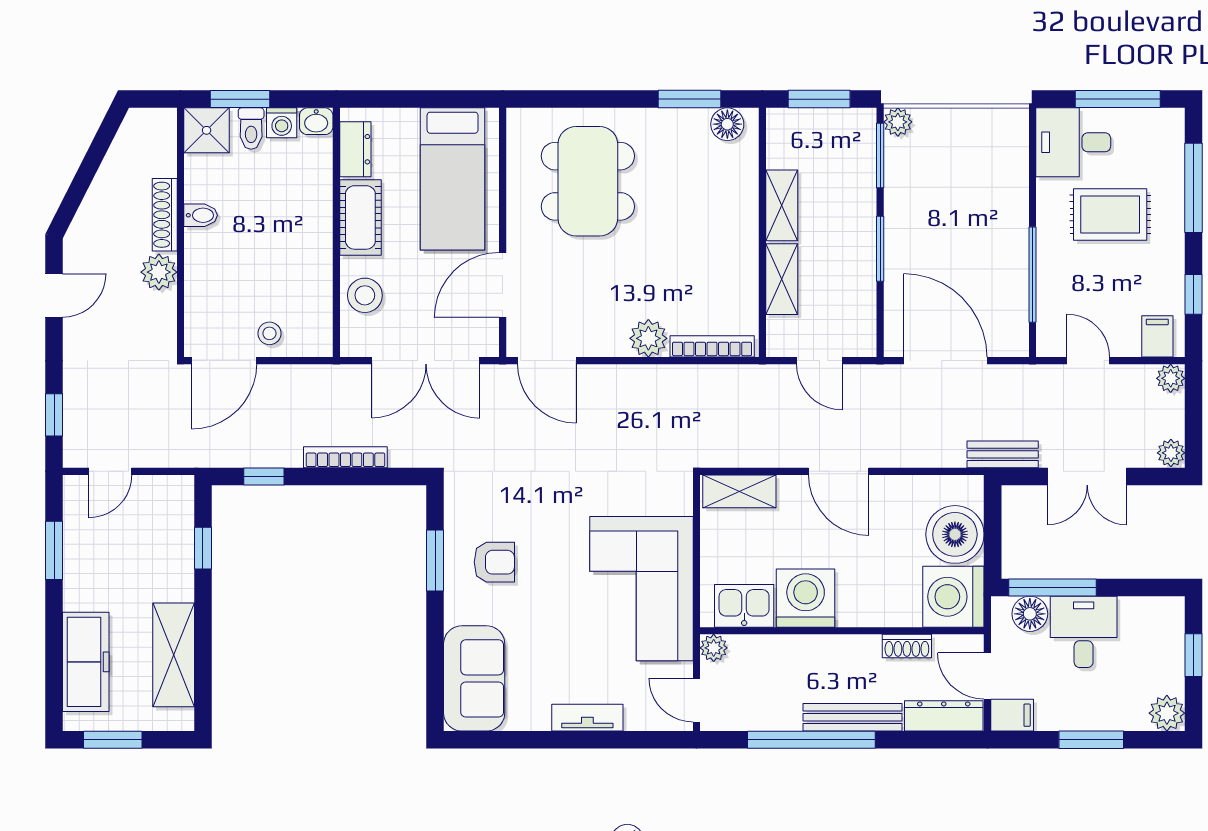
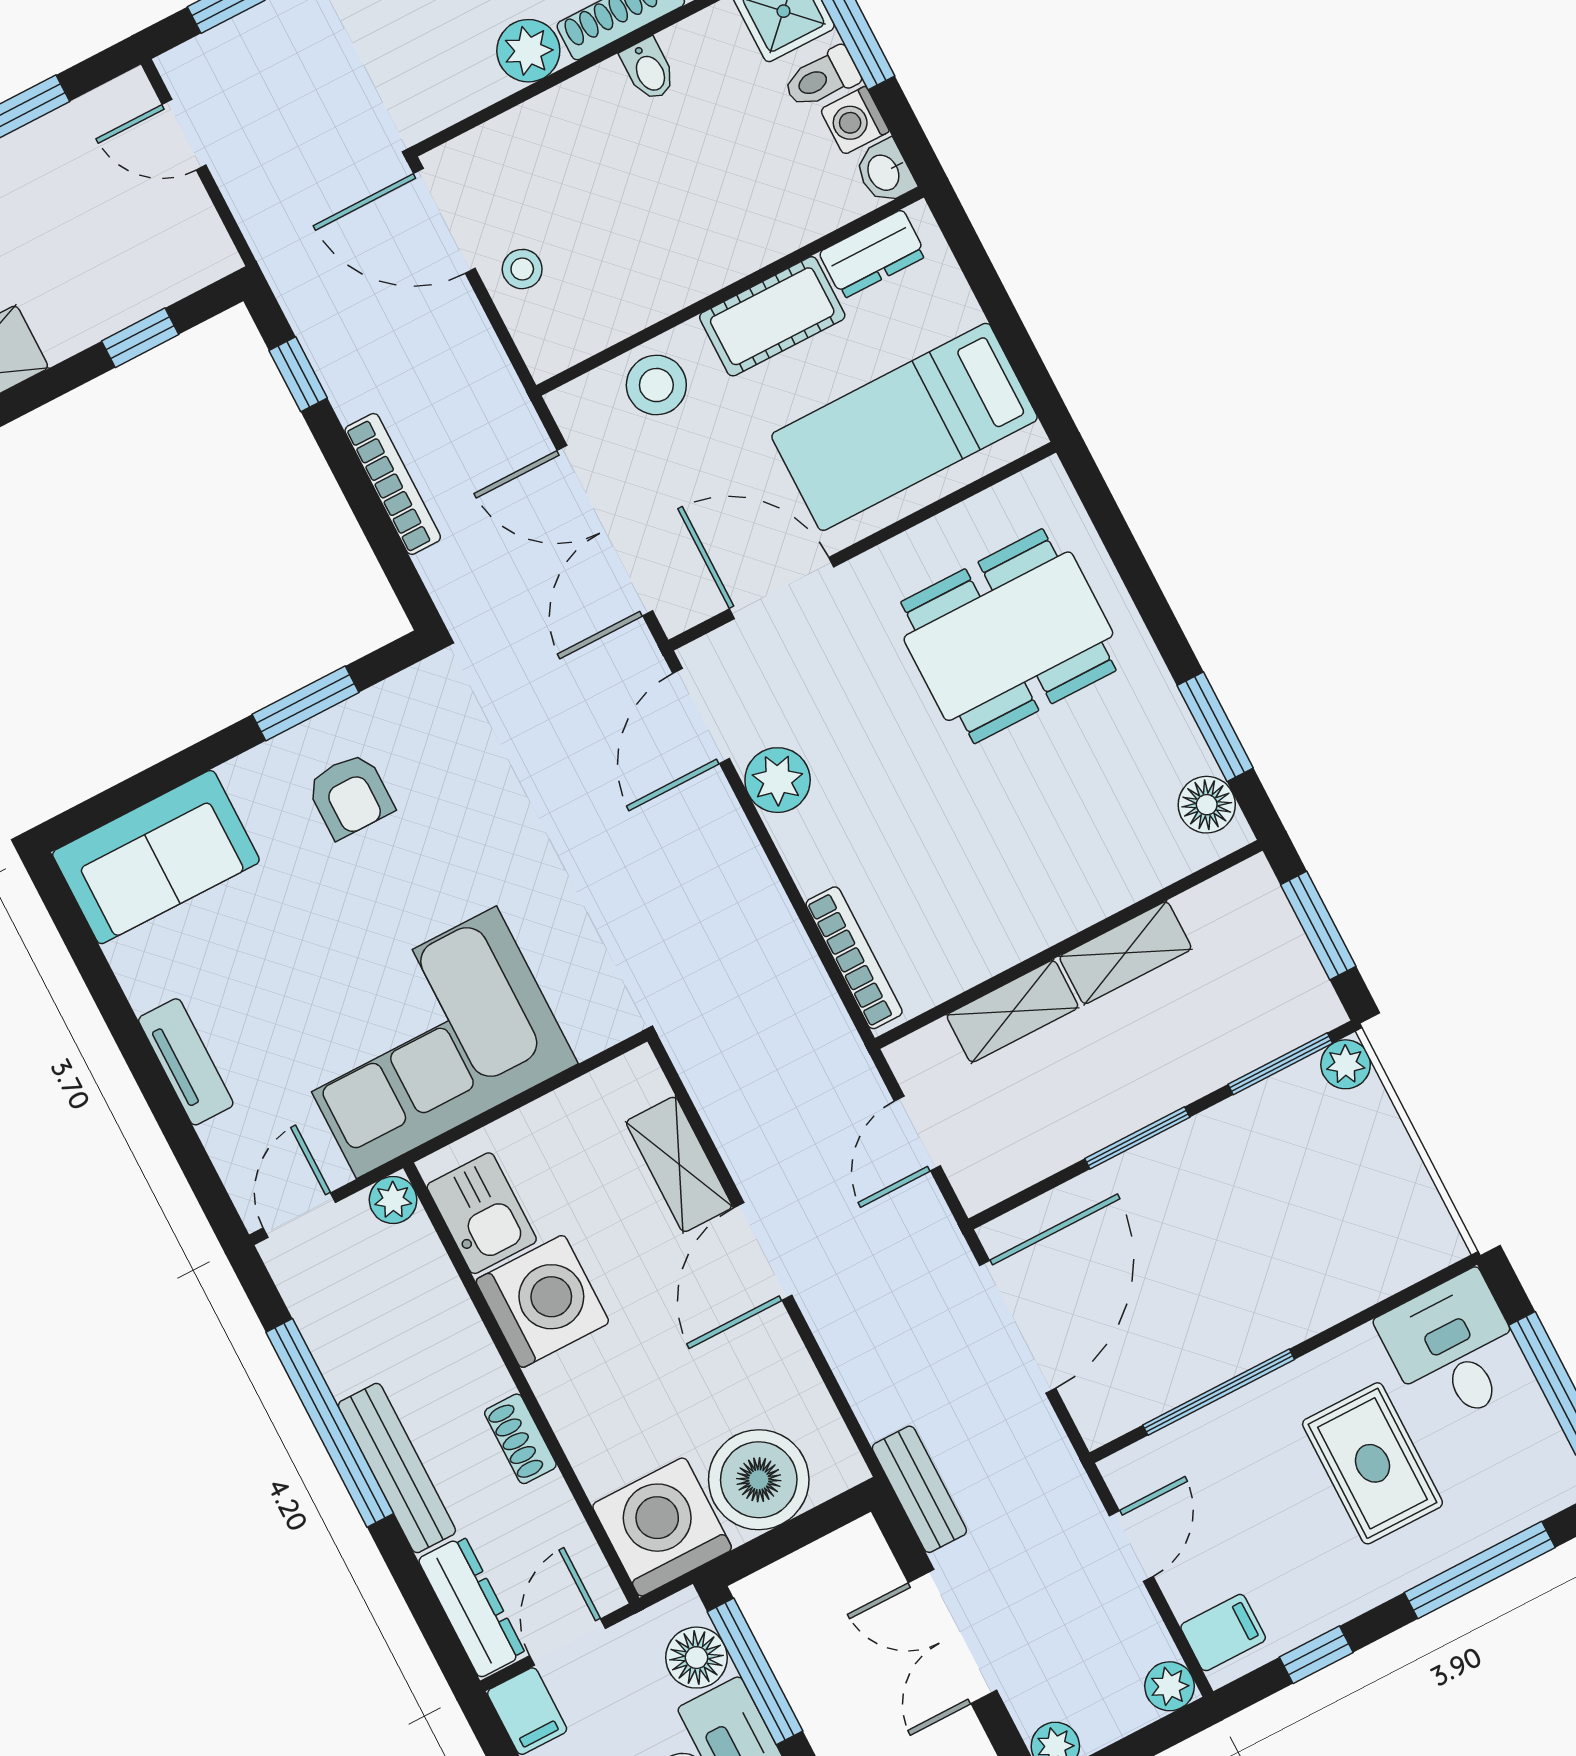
plant: (648, 338) -> (778, 780), moved
shelving: (739, 491) -> (679, 1164), moved
shoe rack: (907, 646) -> (520, 1439), moved

